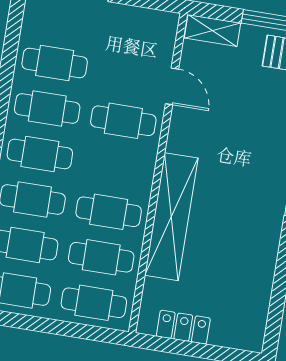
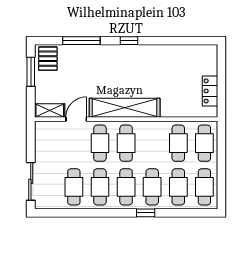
shelving: (213, 30) -> (50, 111), moved, turned 90
cafe table: (109, 212) -> (126, 143), moved
shelving: (171, 217) -> (125, 108), moved

